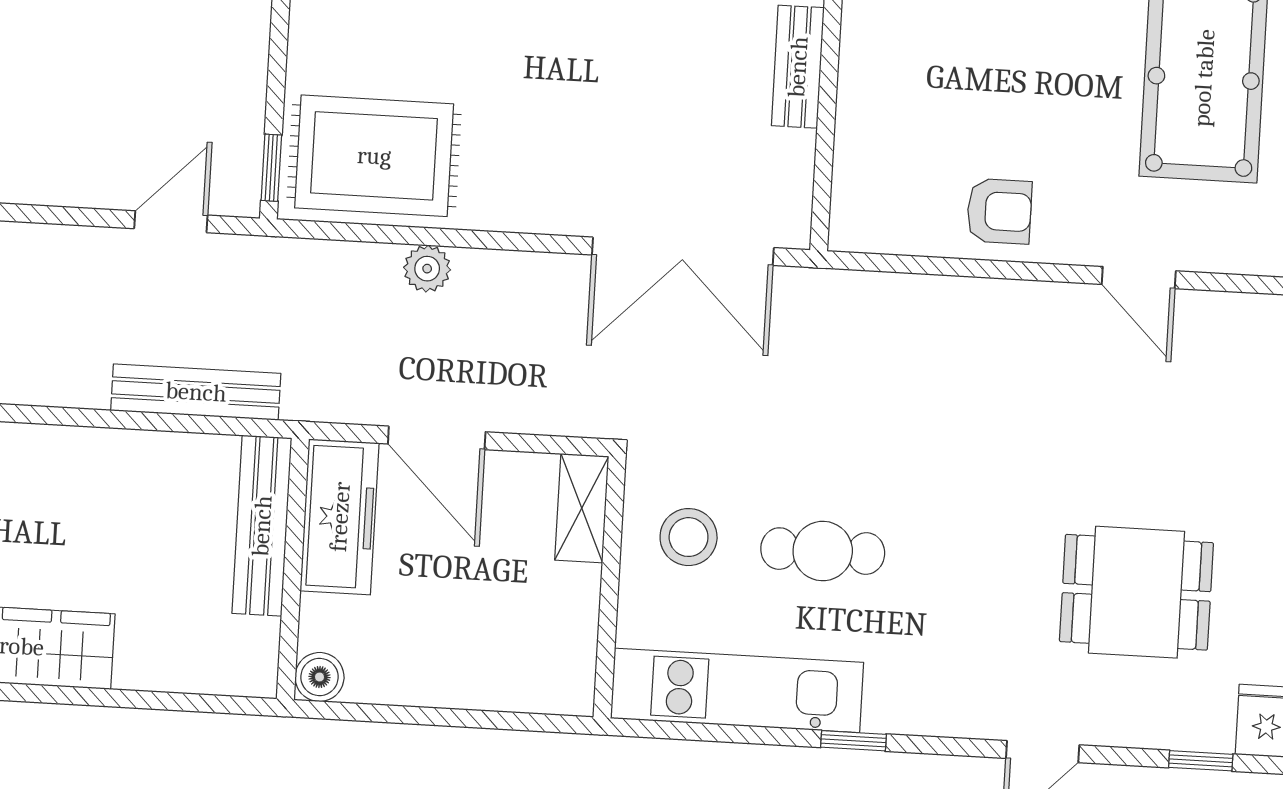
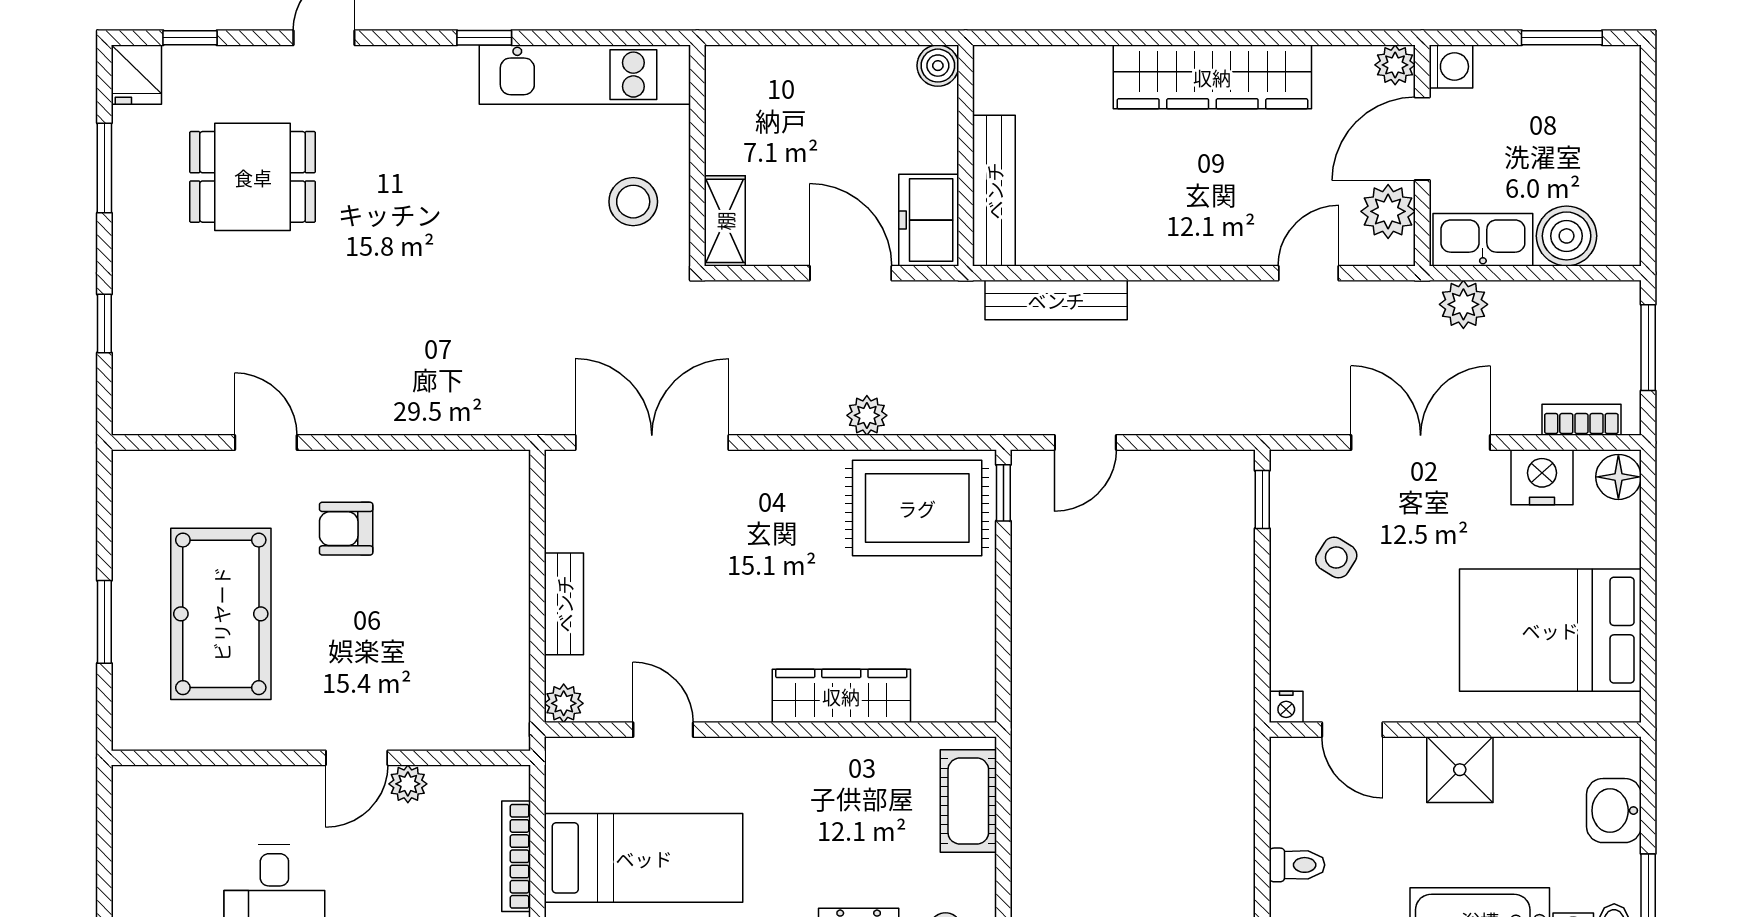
armchair: (999, 211) -> (346, 529), moved
freezer: (340, 517) -> (929, 220), width x0.71
cafe table: (823, 551) -> (519, 196), removed

